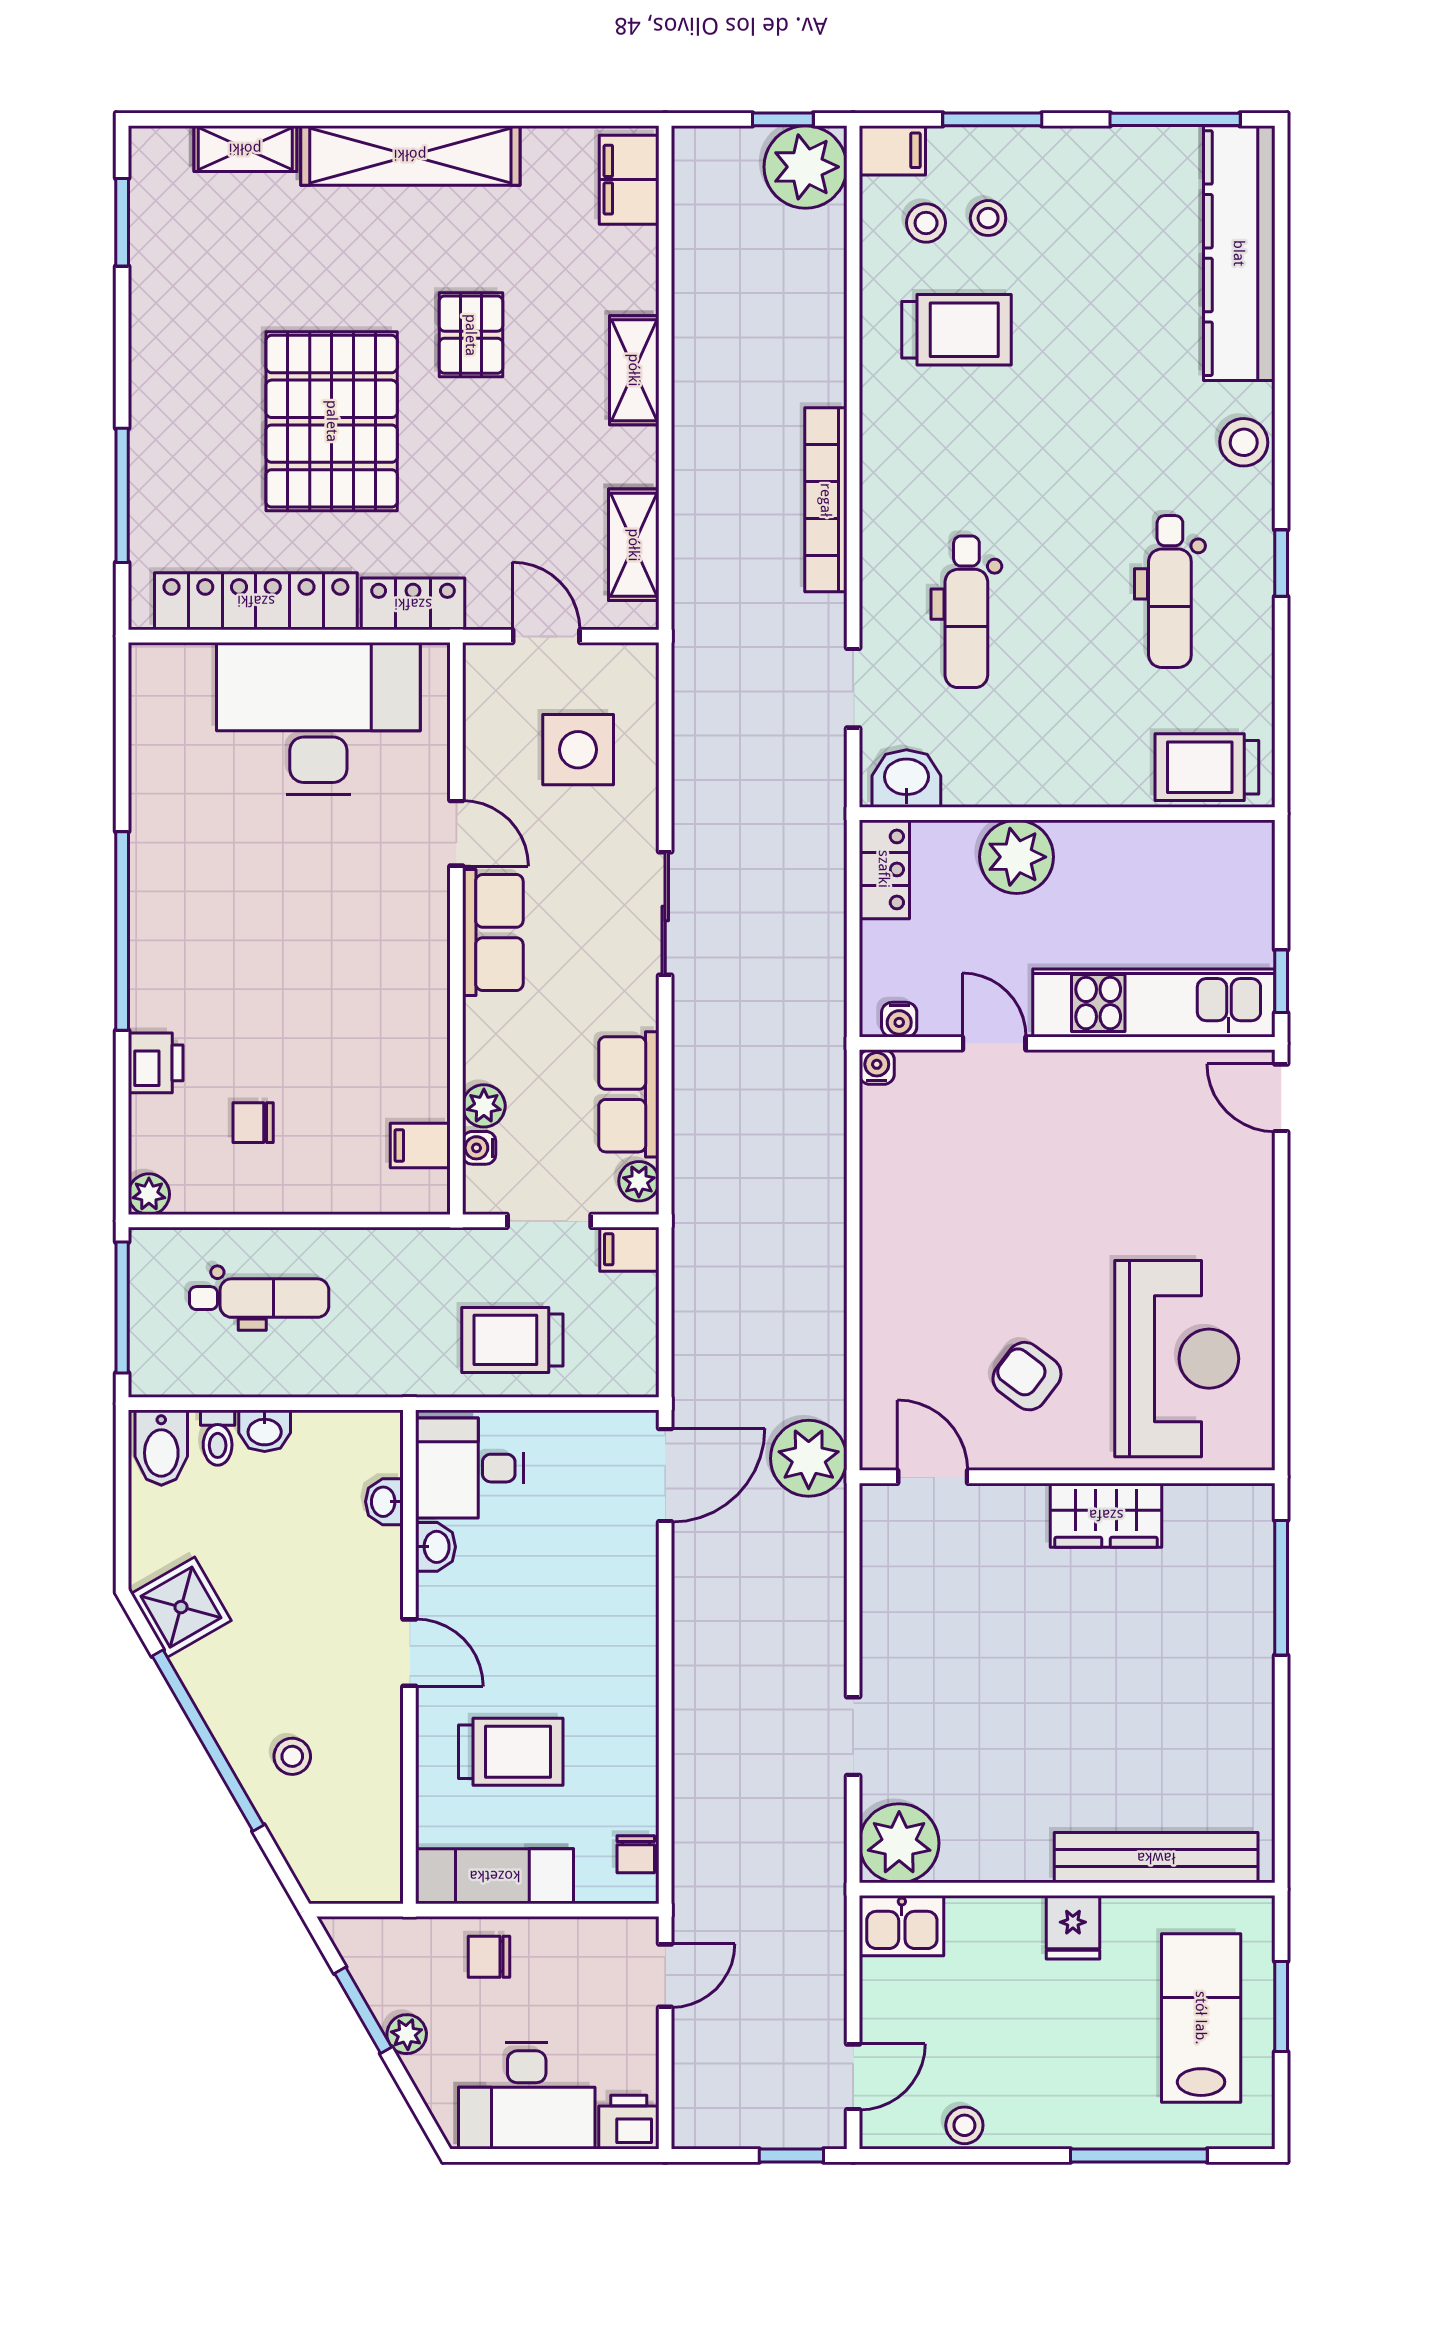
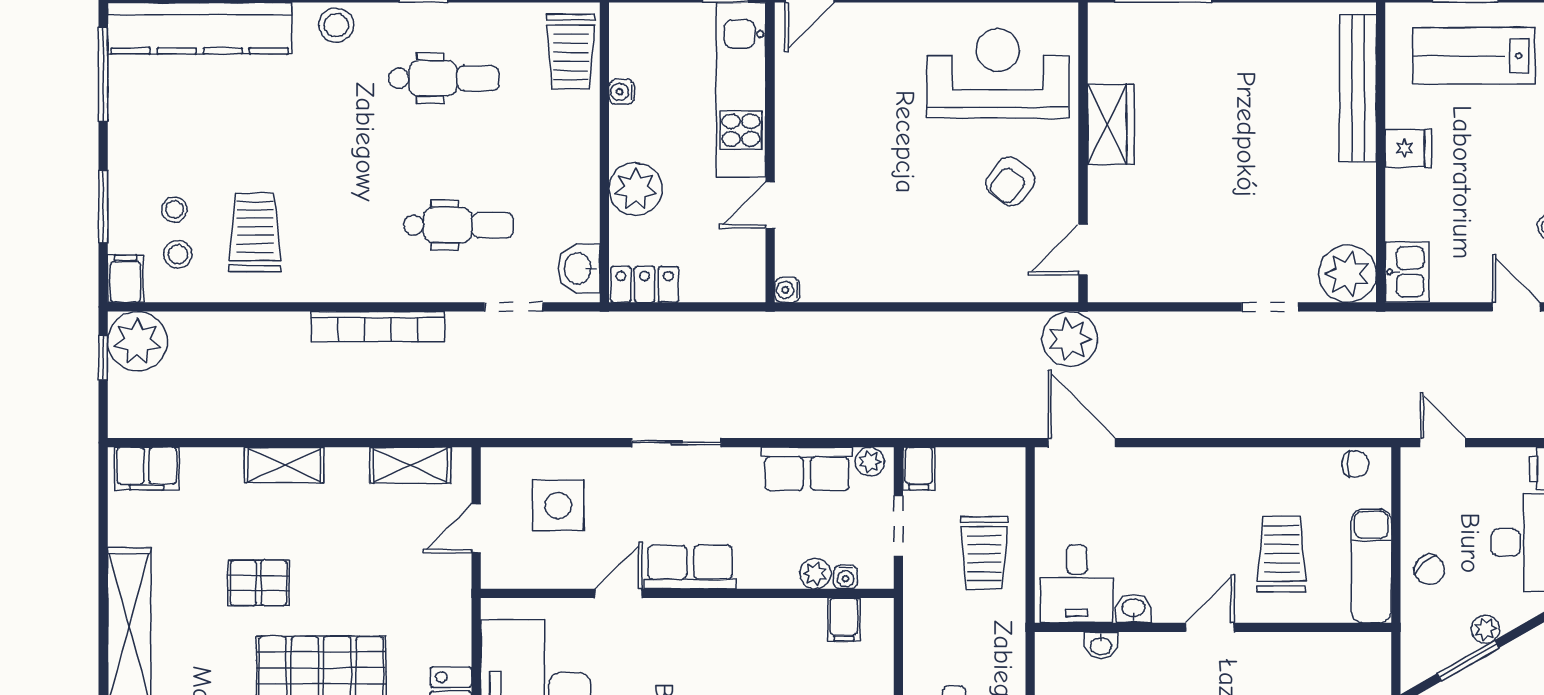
locker: (413, 604) -> (453, 625), removed
water cooler: (899, 1020) -> (622, 92), moved, turned 180
chair: (489, 1957) -> (1429, 570), turned -41

